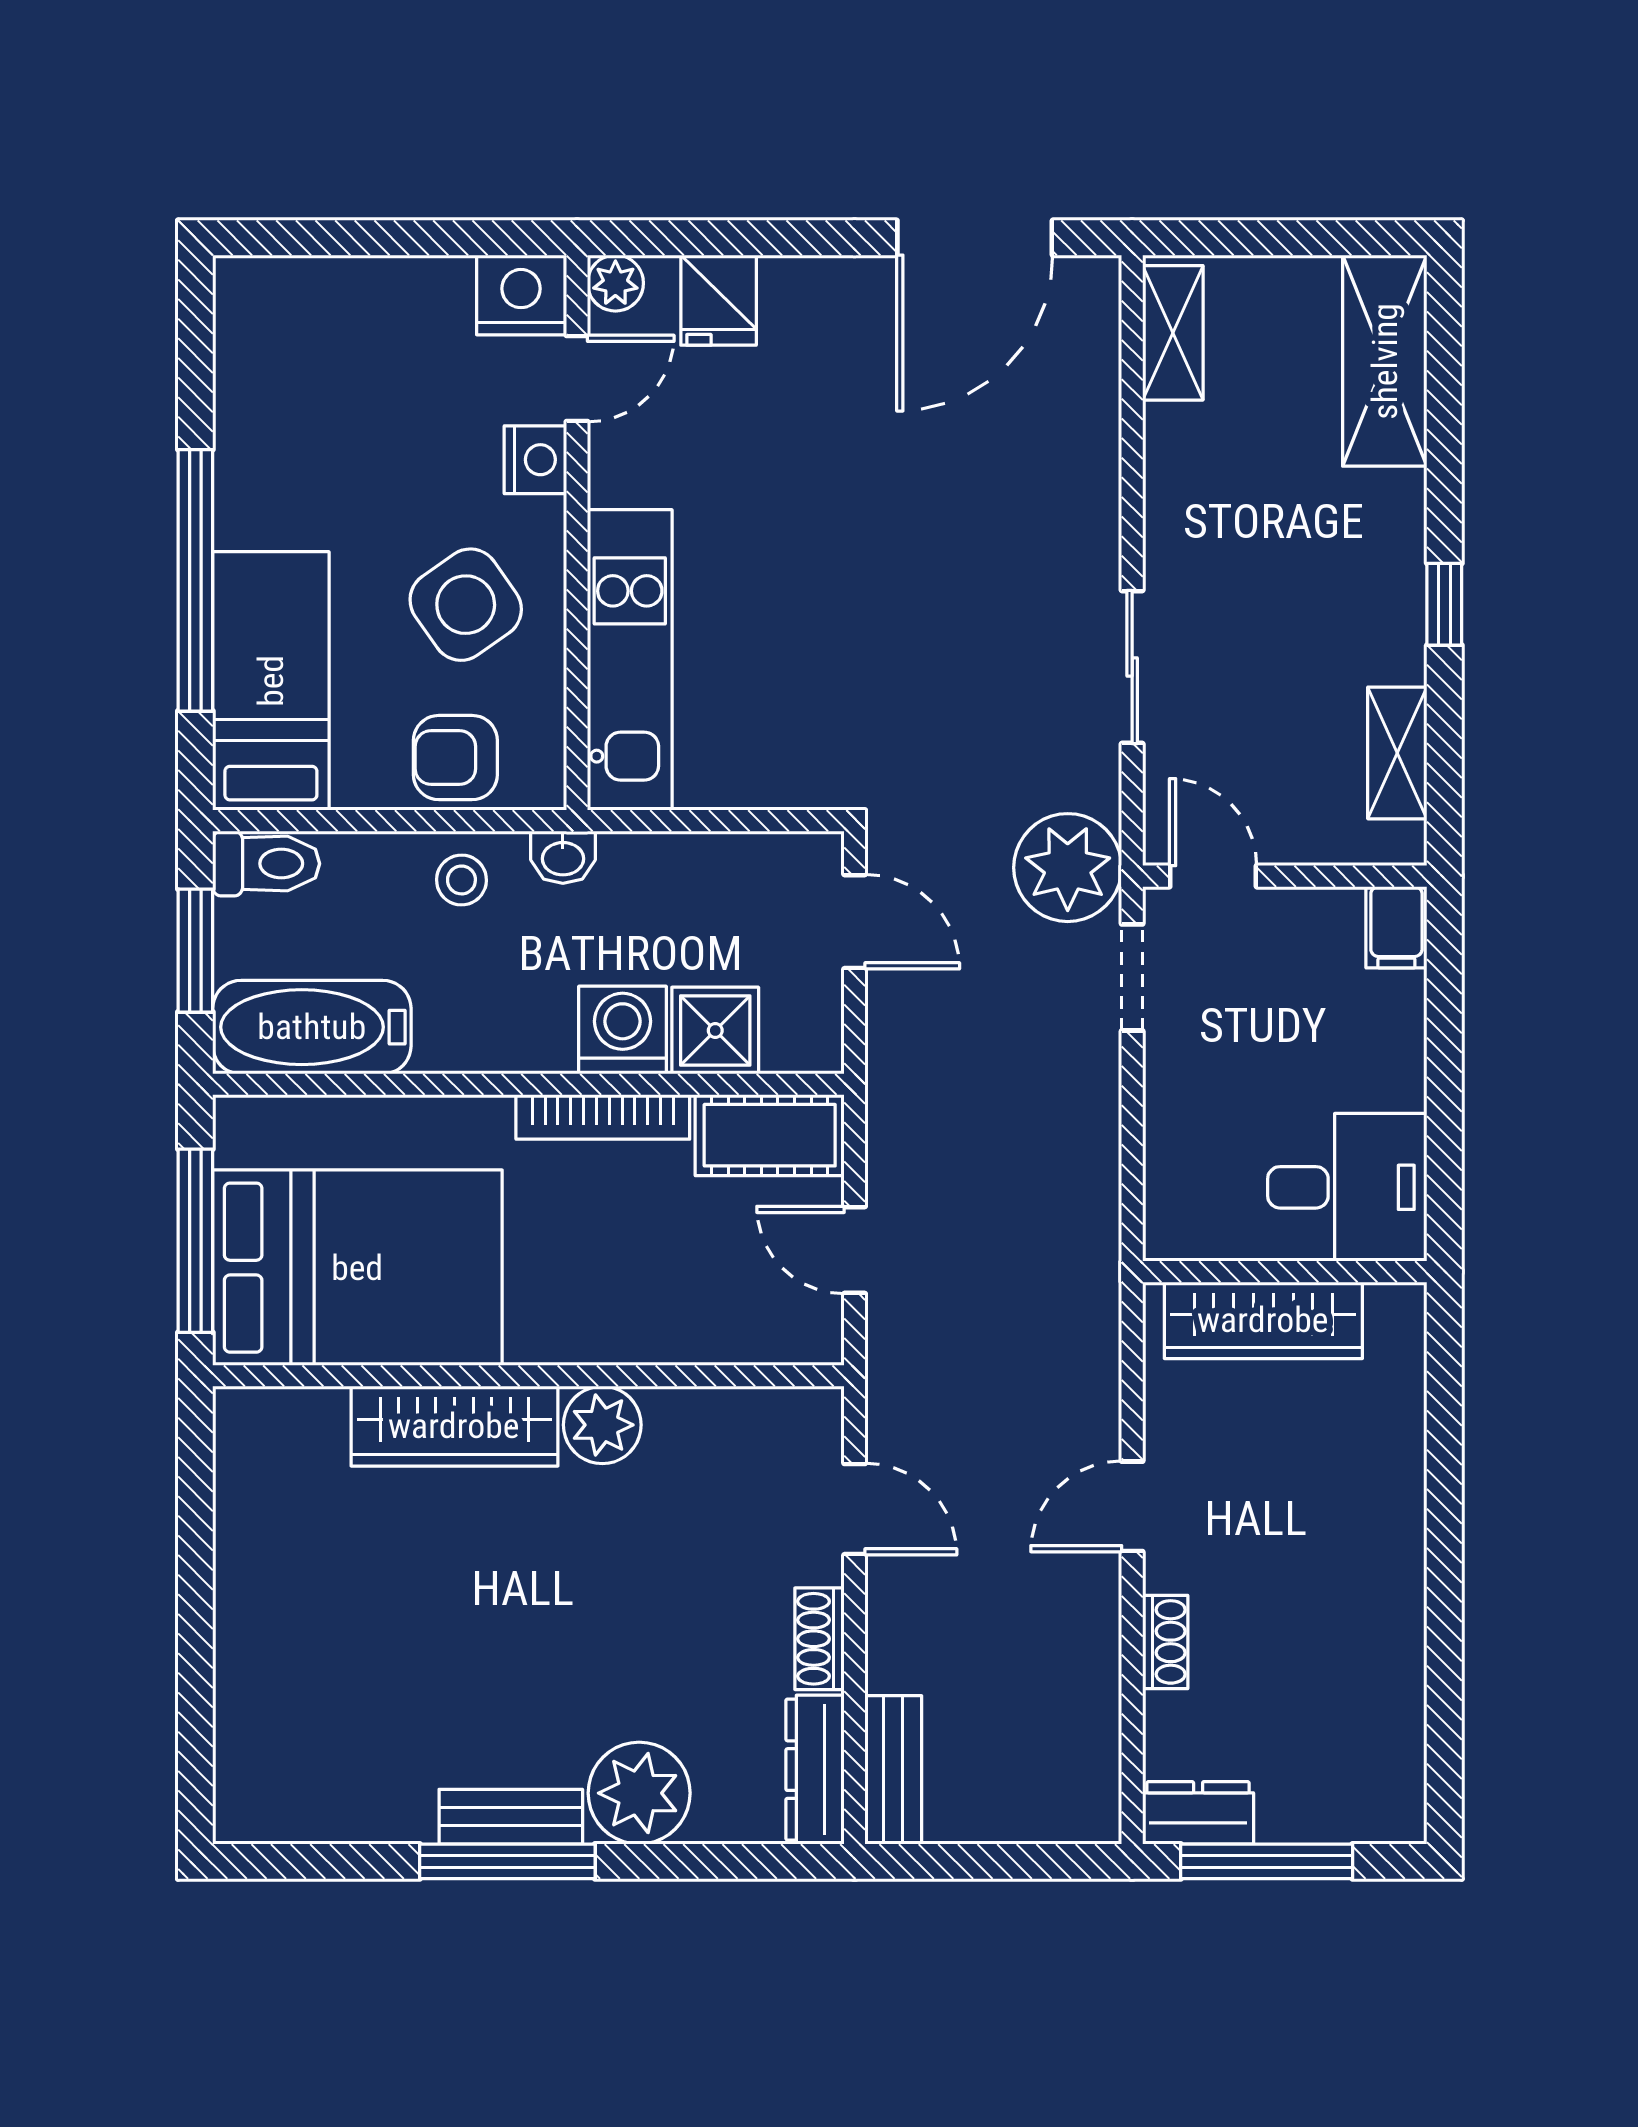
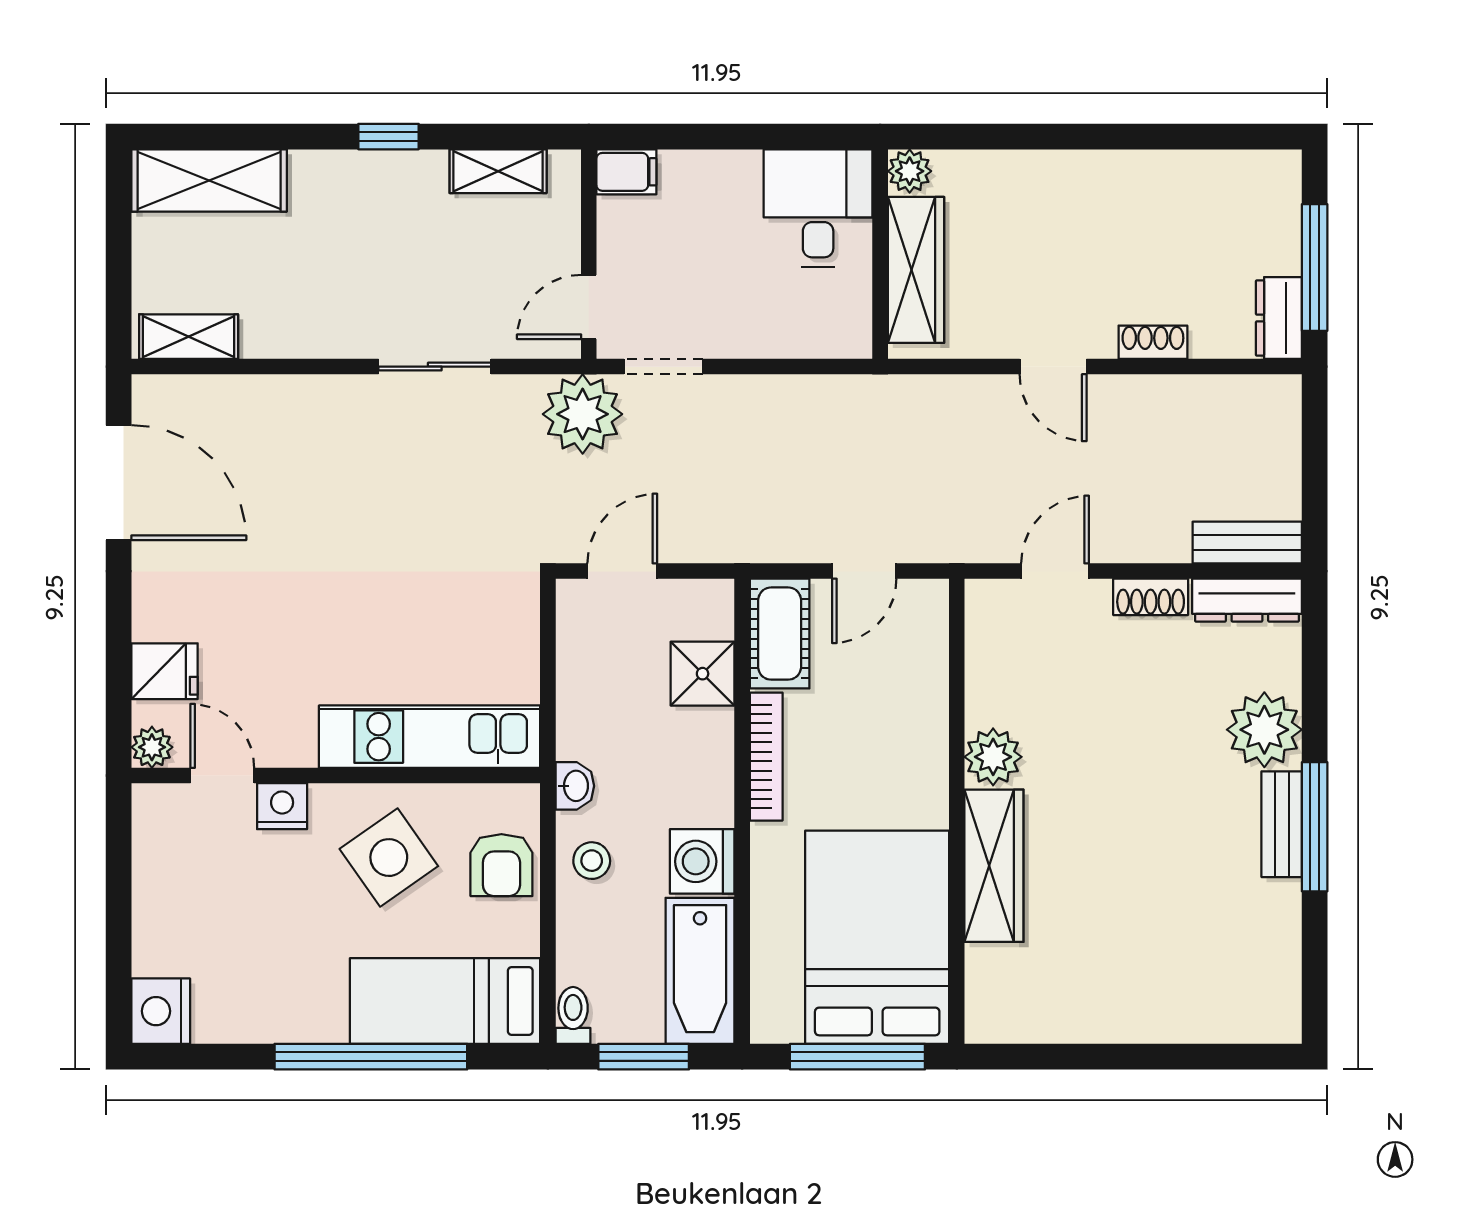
nightstand: (521, 295) -> (161, 1011), moved
toilet: (266, 864) -> (573, 1015), width x0.73, depth x0.72
washing machine: (623, 1030) -> (702, 861), moved
plant: (1397, 1312) -> (910, 171), added

